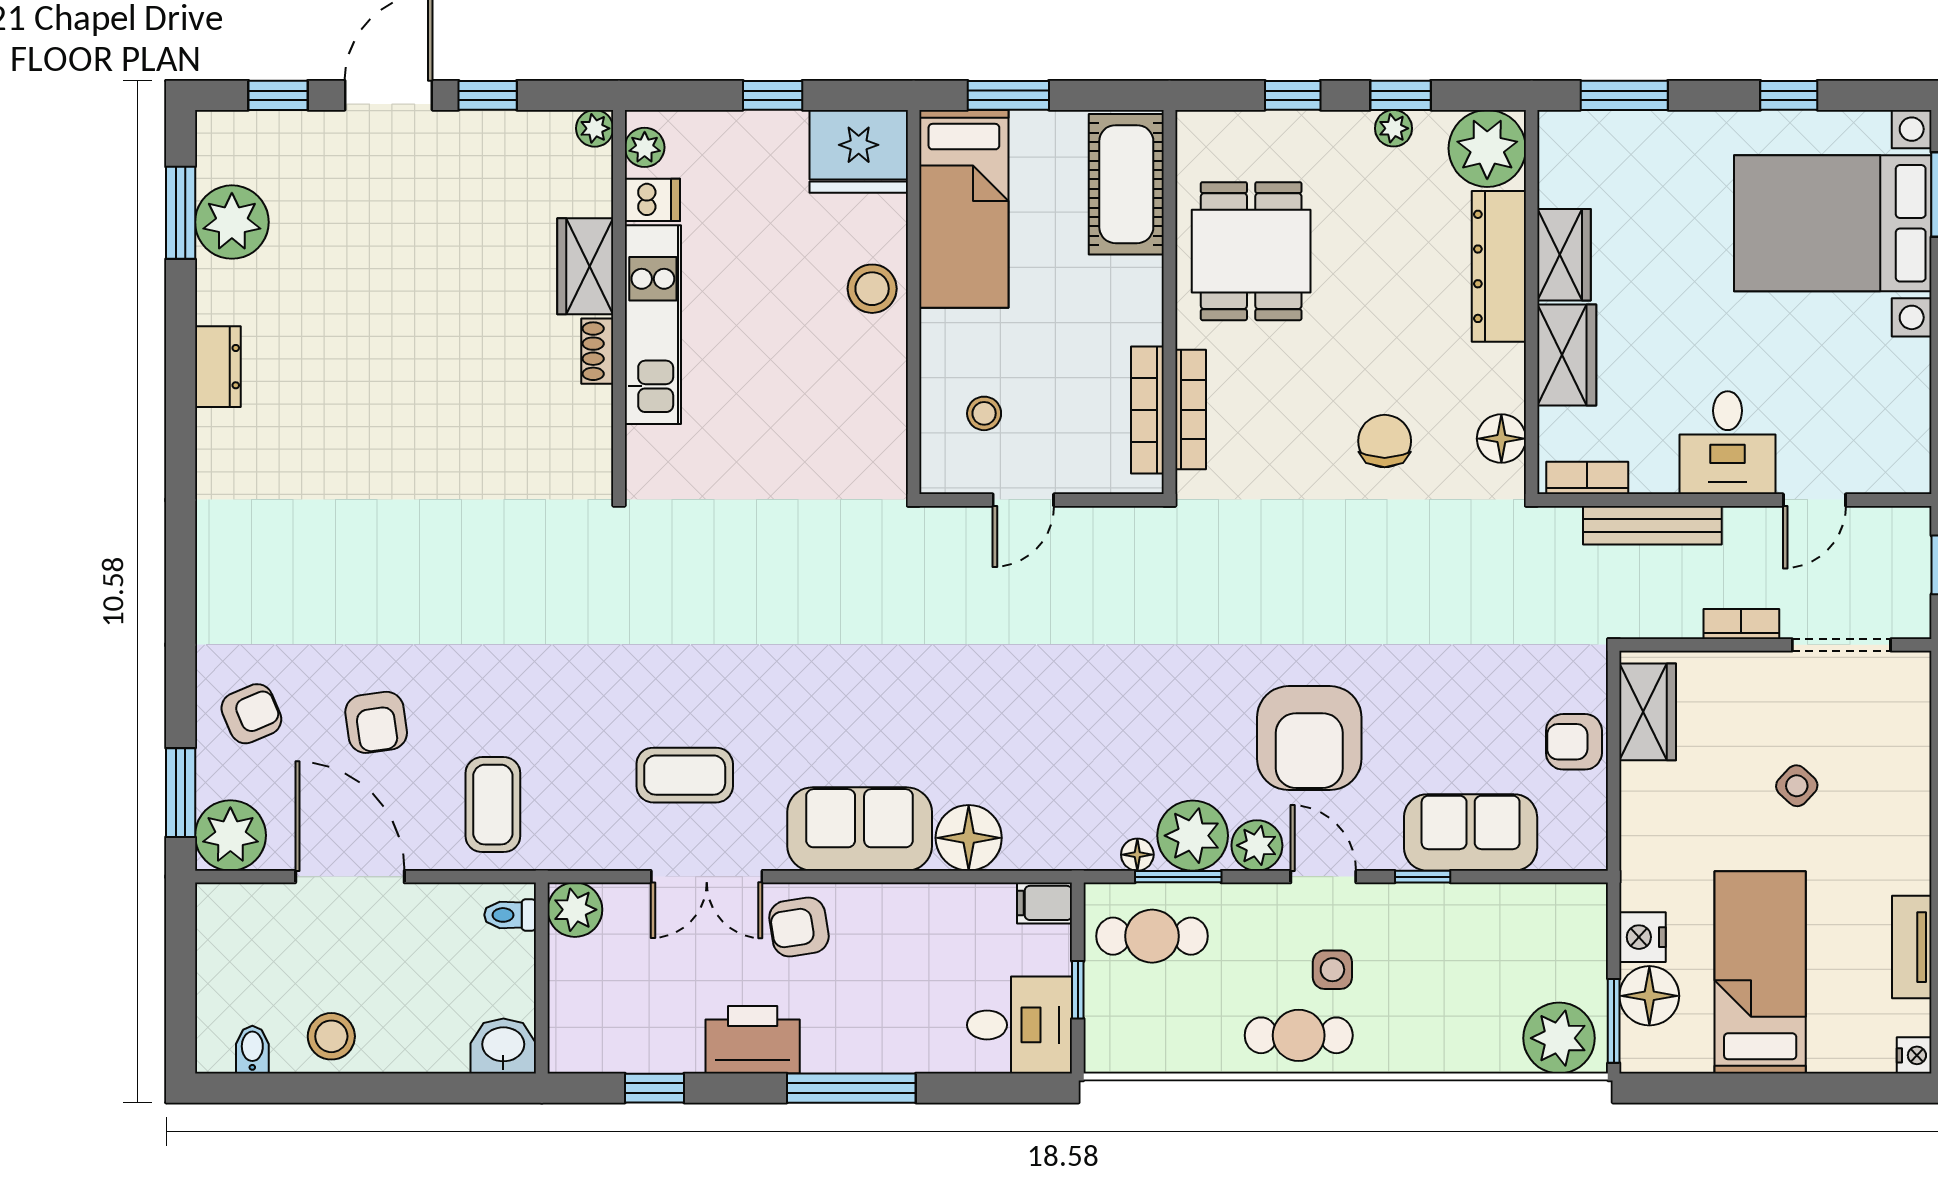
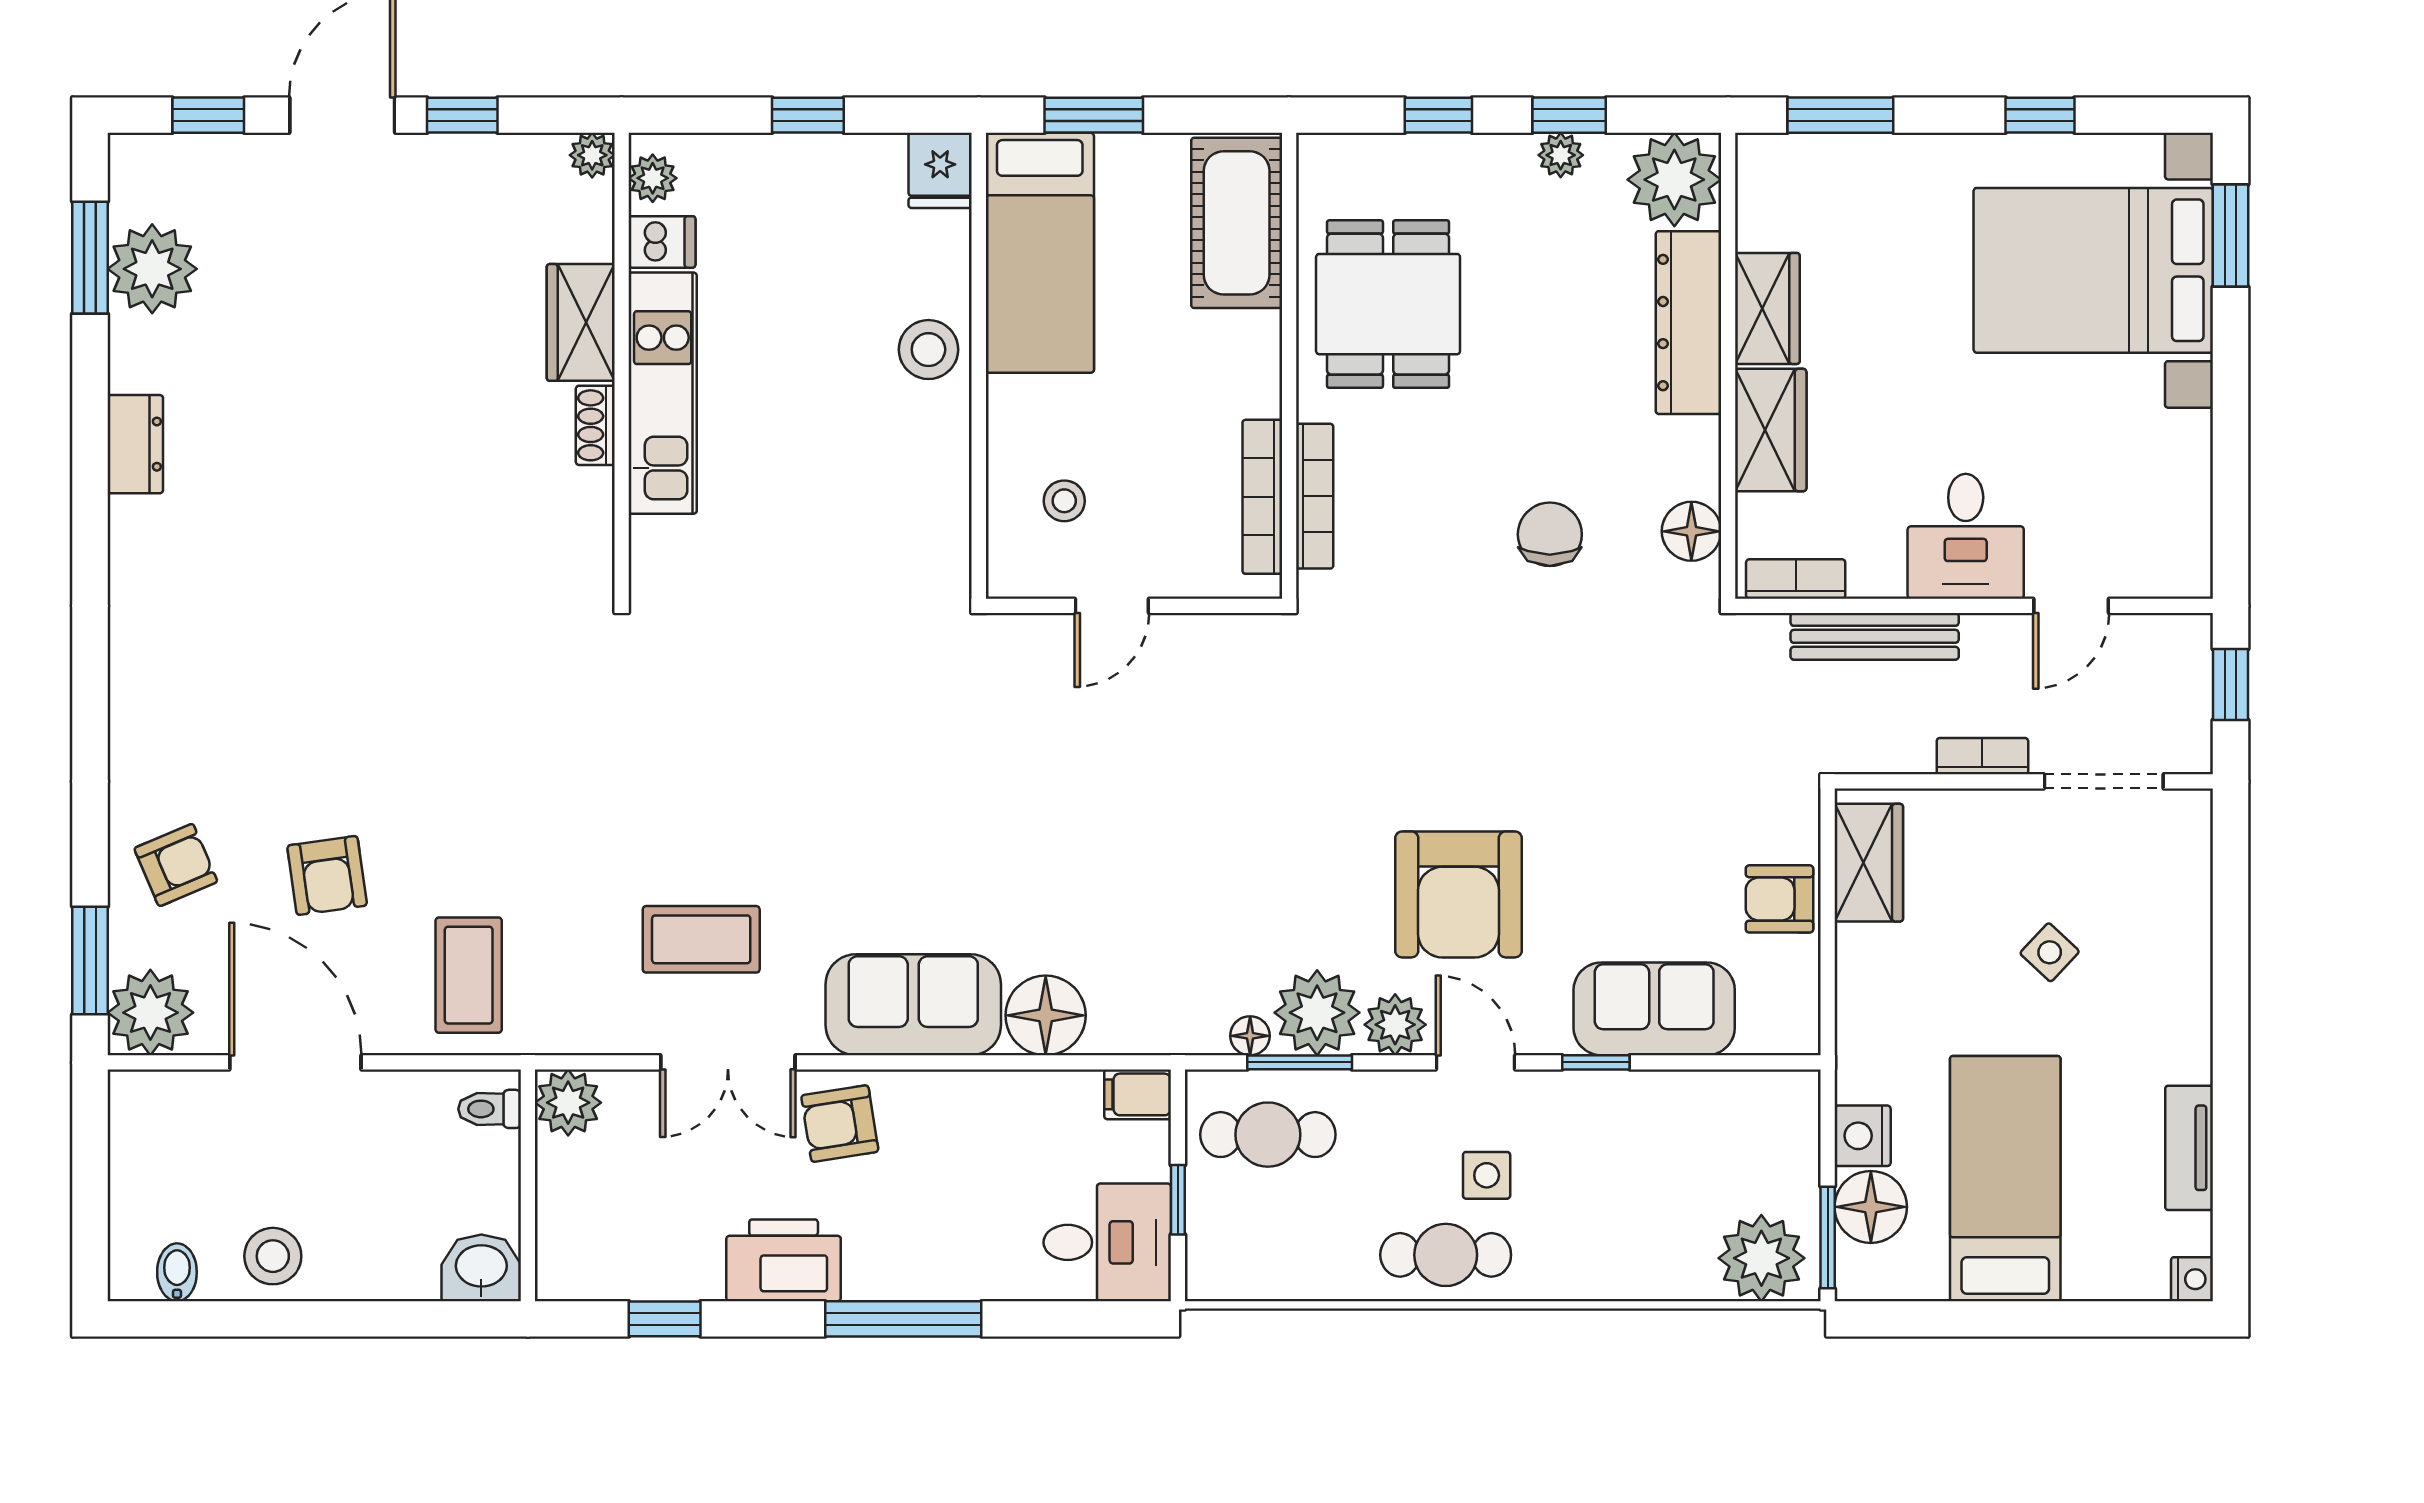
fridge: (859, 151) -> (940, 170), width x0.53, depth x0.75

